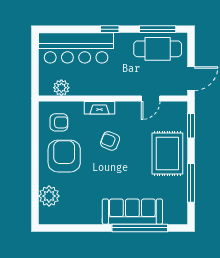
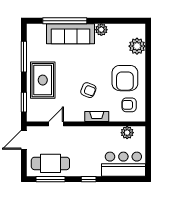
bar counter: (76, 48) -> (123, 164), width x0.73
plant: (94, 217) -> (101, 30), added

